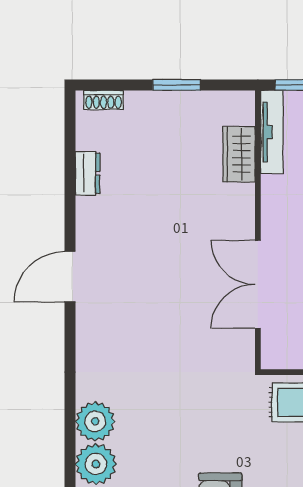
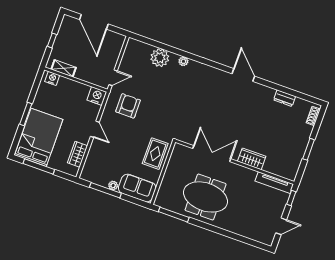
wardrobe: (239, 154) -> (252, 159), moved
plant: (95, 421) -> (183, 61), width x0.53, depth x0.53

